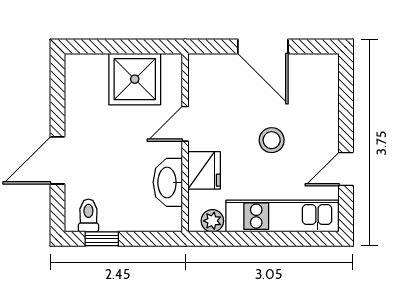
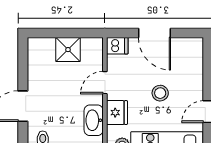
dishwasher: (205, 66) -> (117, 46), added
shower: (135, 79) -> (68, 50), width x0.73, depth x0.73

